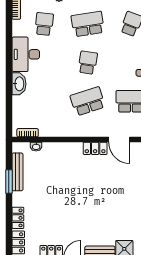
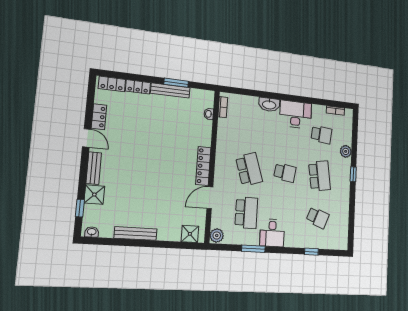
locker: (95, 148) -> (203, 166), width x1.53
bench: (17, 172) -> (170, 91), moved

